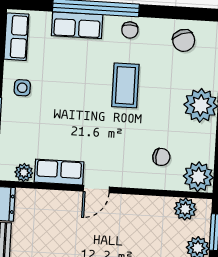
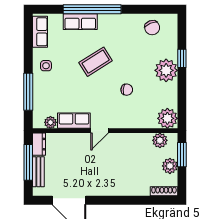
chair: (130, 30) -> (116, 23), removed
coffee table: (125, 85) -> (96, 62), moved, turned 58
chair: (161, 157) -> (127, 90), moved

